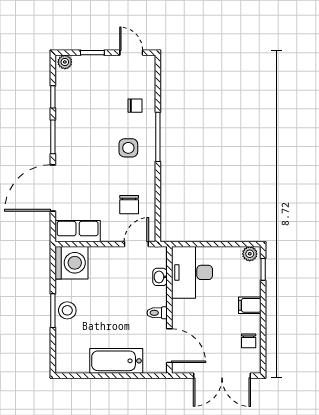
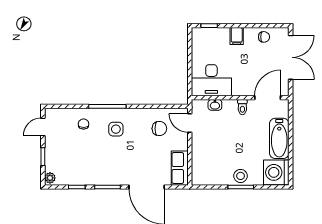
plant: (250, 254) -> (197, 36), removed
washing machine: (71, 263) -> (276, 172), moved, turned -90

